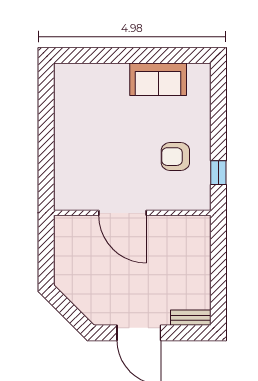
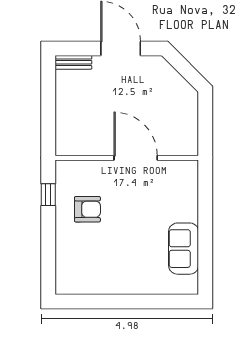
sofa: (158, 79) -> (184, 249), moved, turned -90

